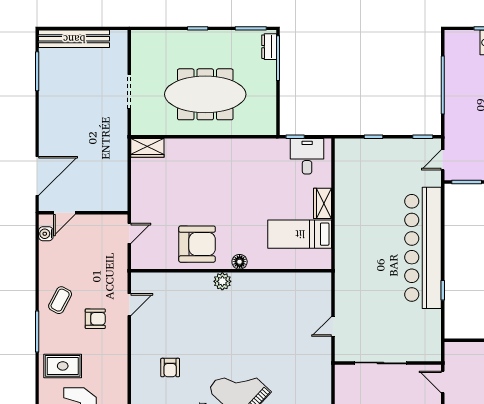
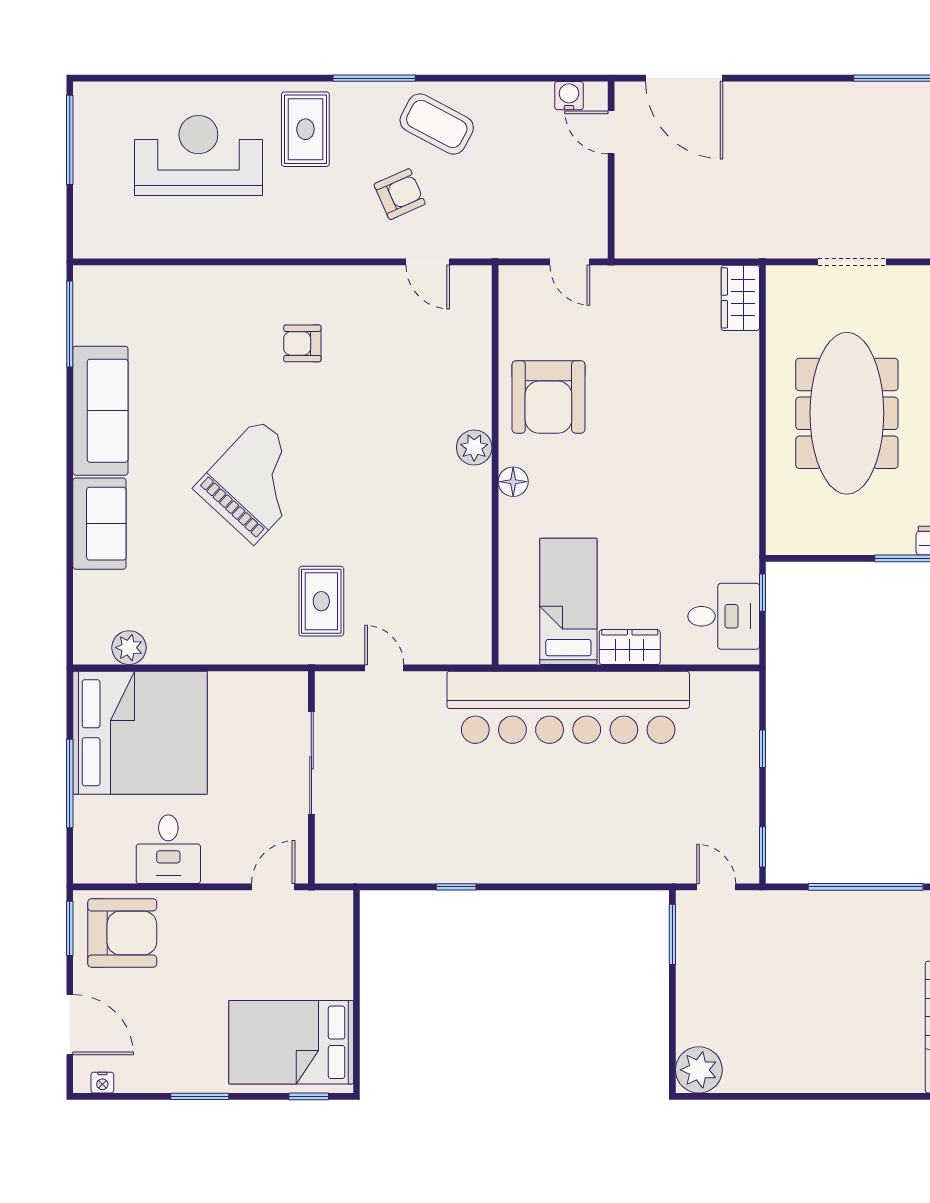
bar counter: (423, 248) -> (568, 707), moved, turned 180
coffee table: (60, 300) -> (437, 124), width x1.36, depth x1.30
armchair: (95, 319) -> (400, 194), turned -114
rug: (299, 358) -> (321, 601), added

